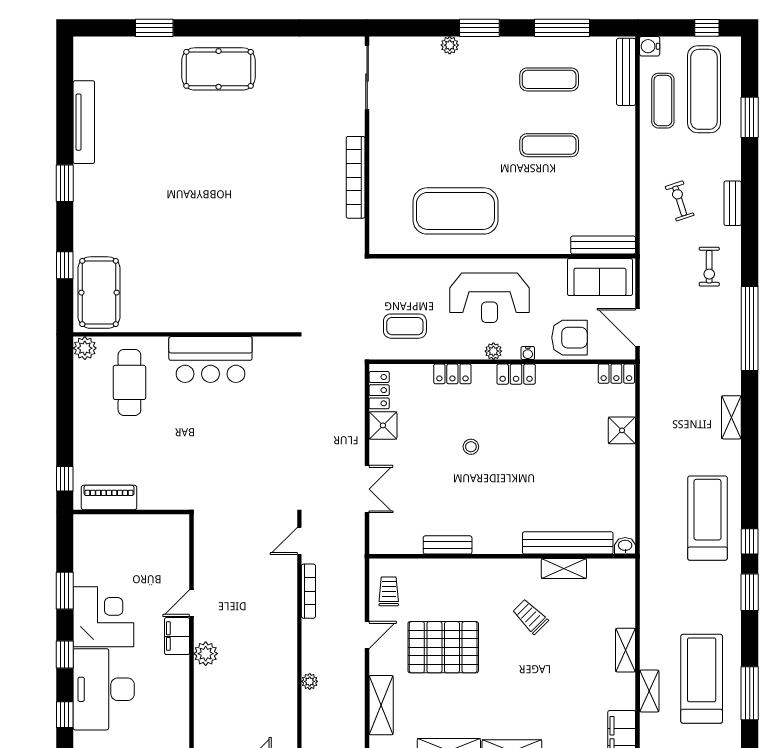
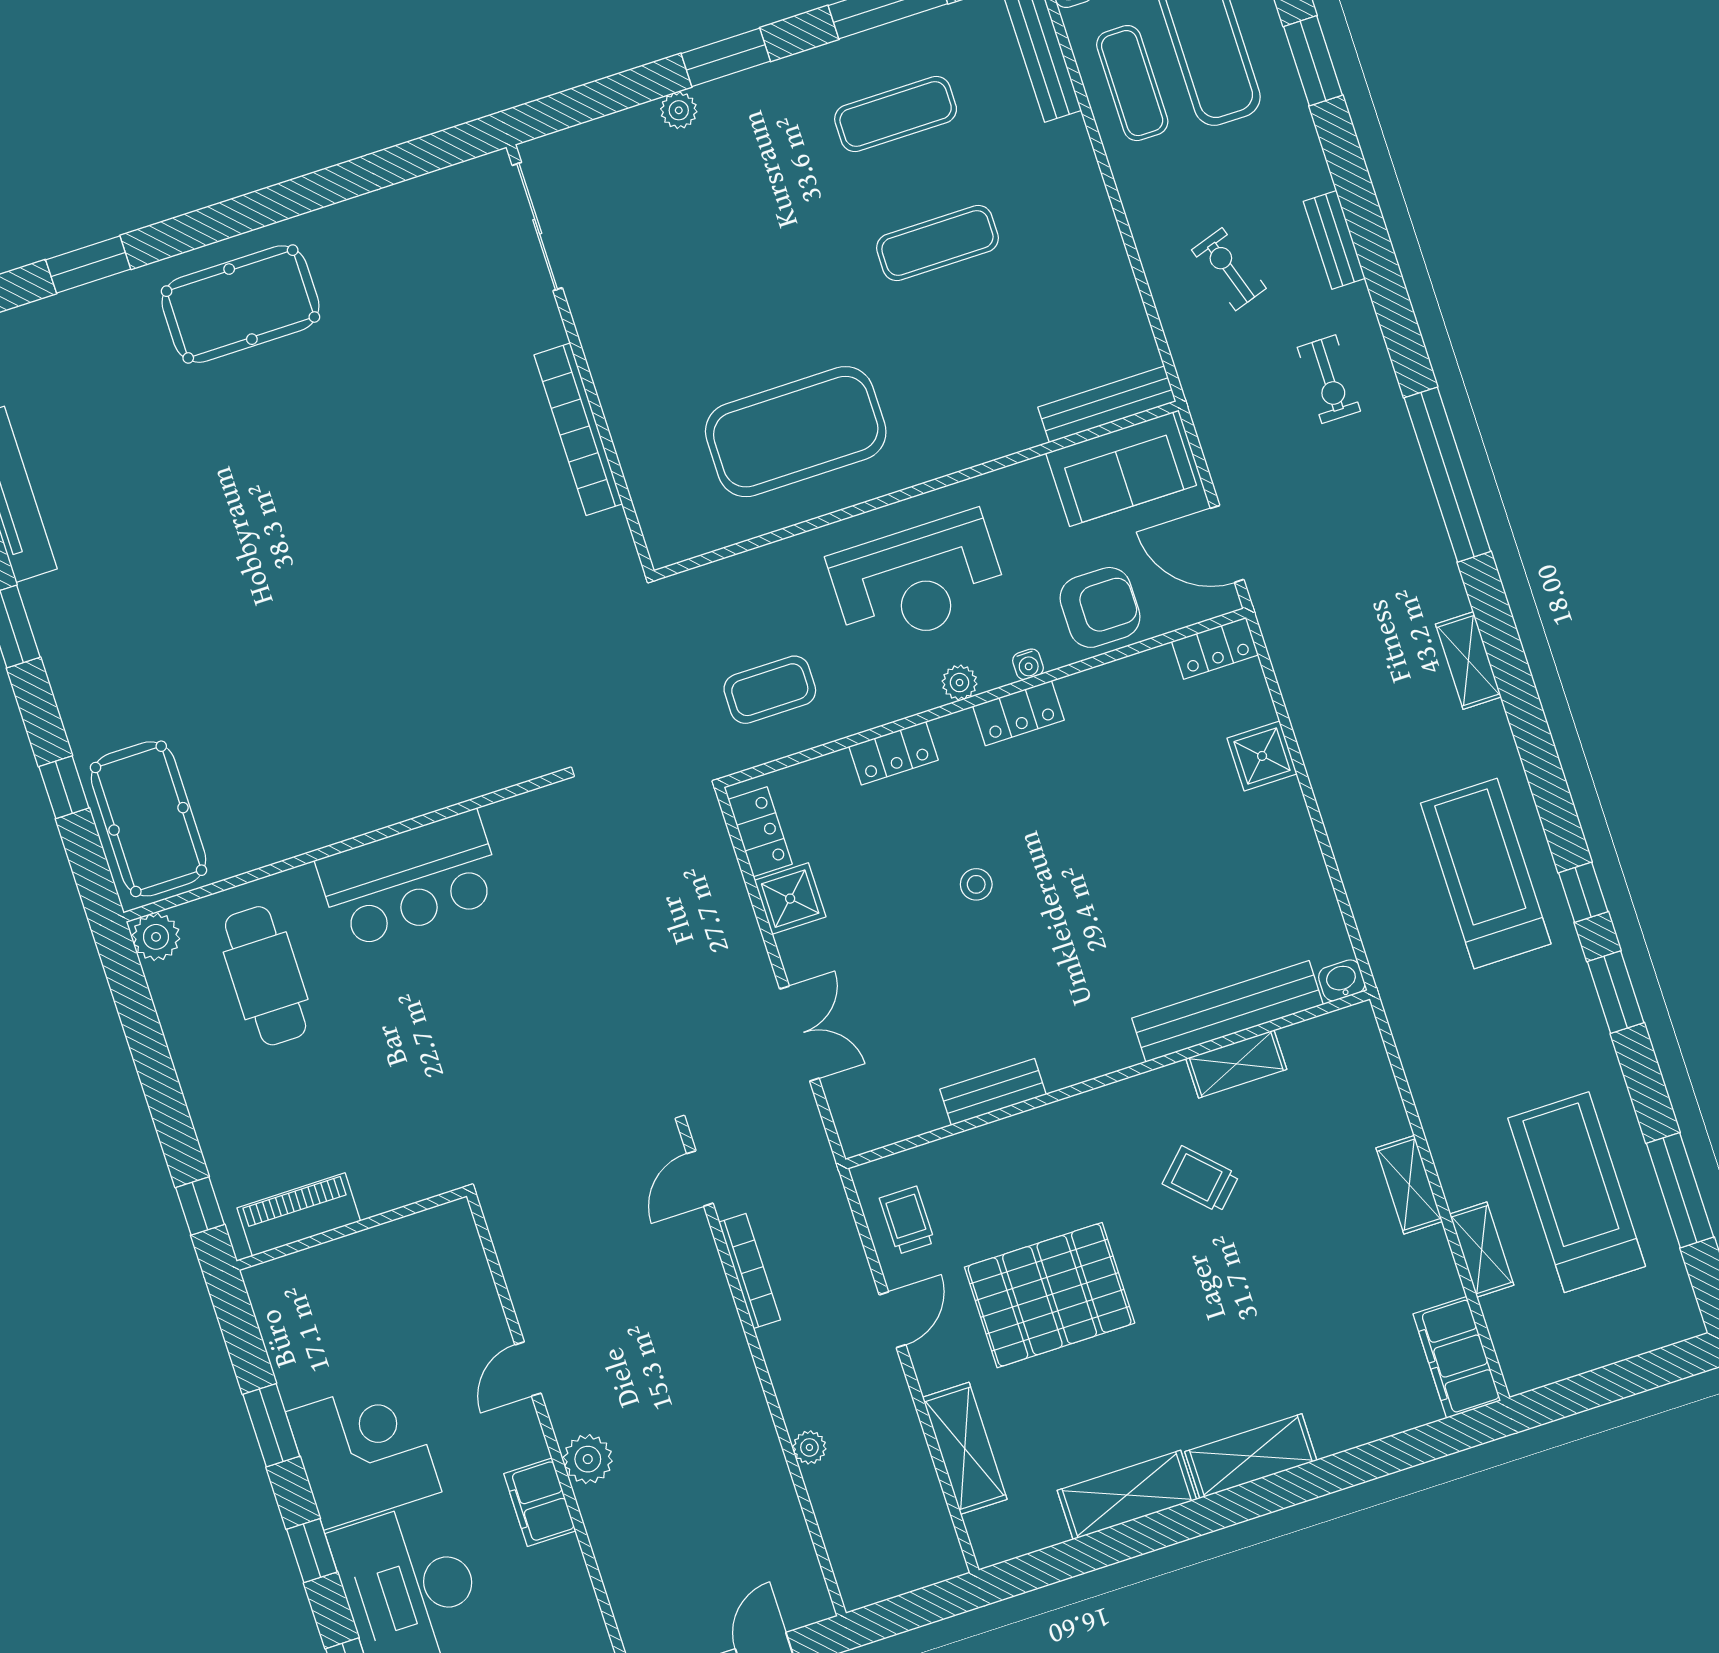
filing cabinet: (177, 636) -> (540, 1502), moved

